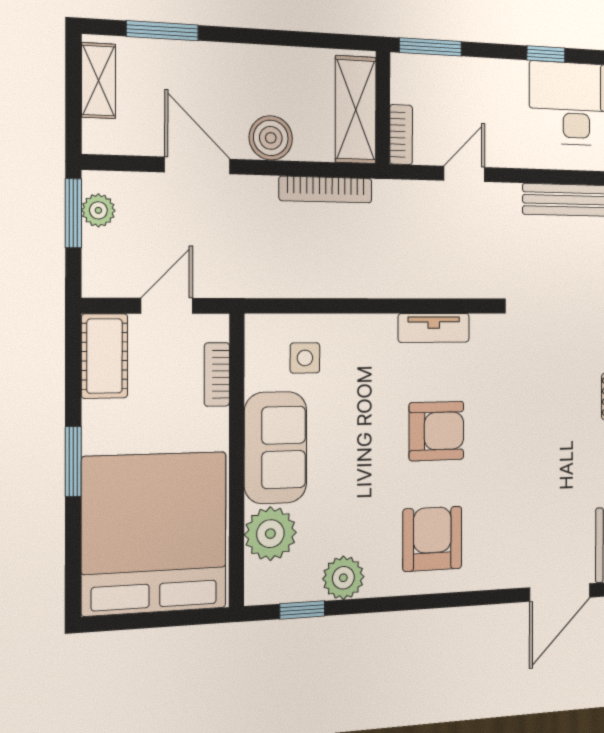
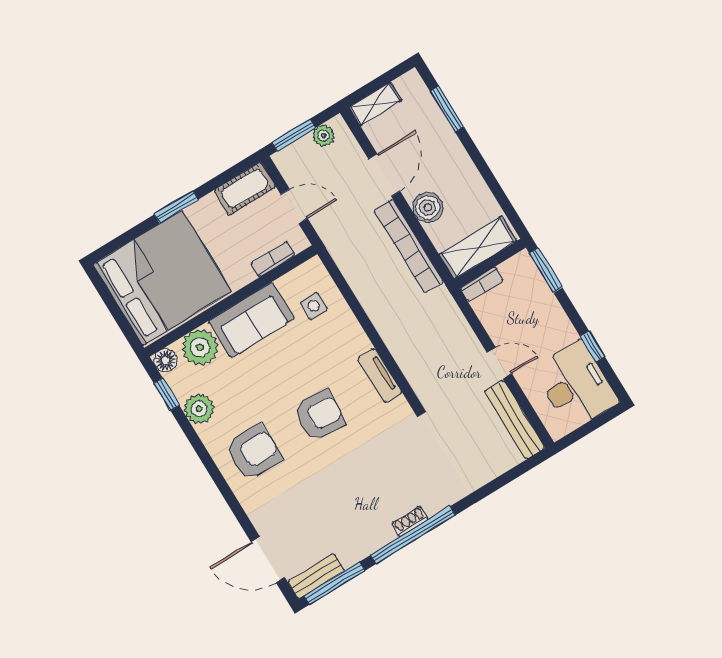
shelving: (99, 81) -> (375, 104), moved
door: (464, 174) -> (499, 363), moved
bookcase: (326, 190) -> (409, 246), width x1.48, depth x1.31
window: (73, 213) -> (293, 135), moved
armchair: (436, 431) -> (319, 415), turned -85
floor lamp: (261, 588) -> (166, 361), added

